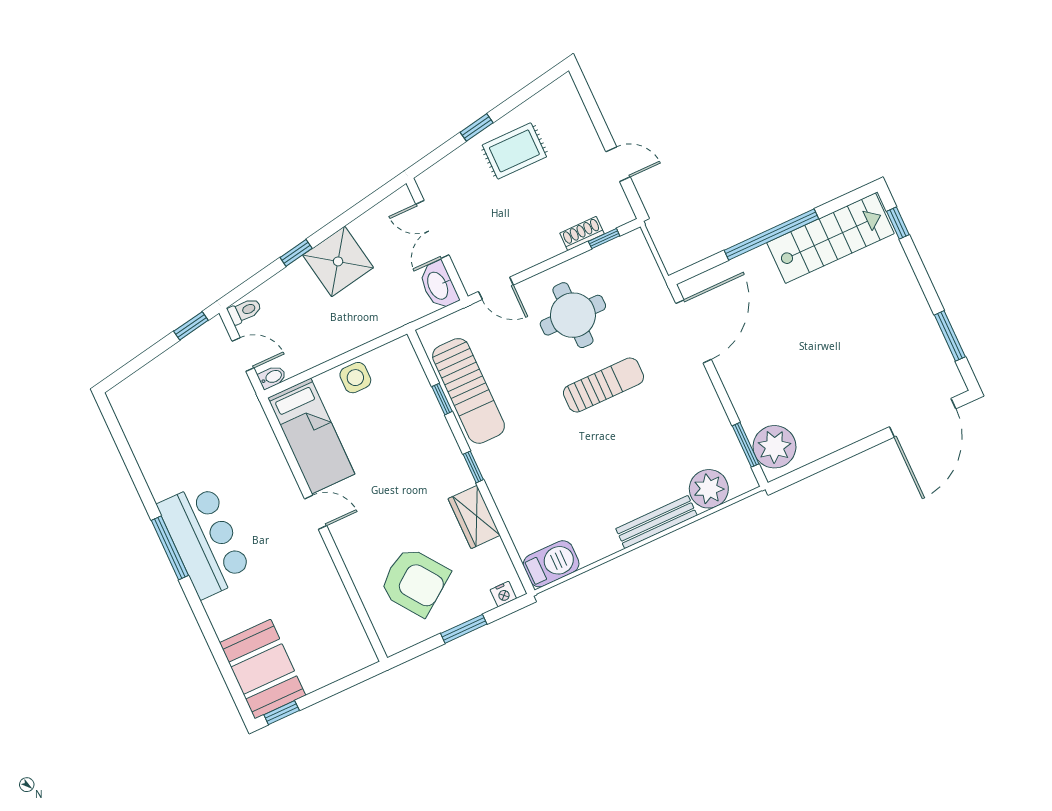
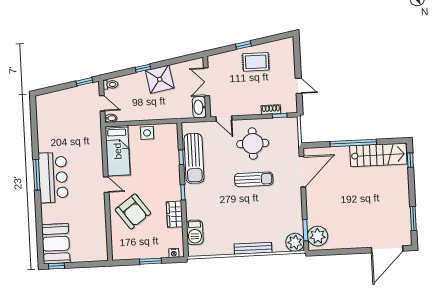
plant: (709, 489) -> (295, 242), moved
barbecue: (551, 564) -> (195, 232), moved, turned 90
armchair: (415, 582) -> (133, 211), moved

